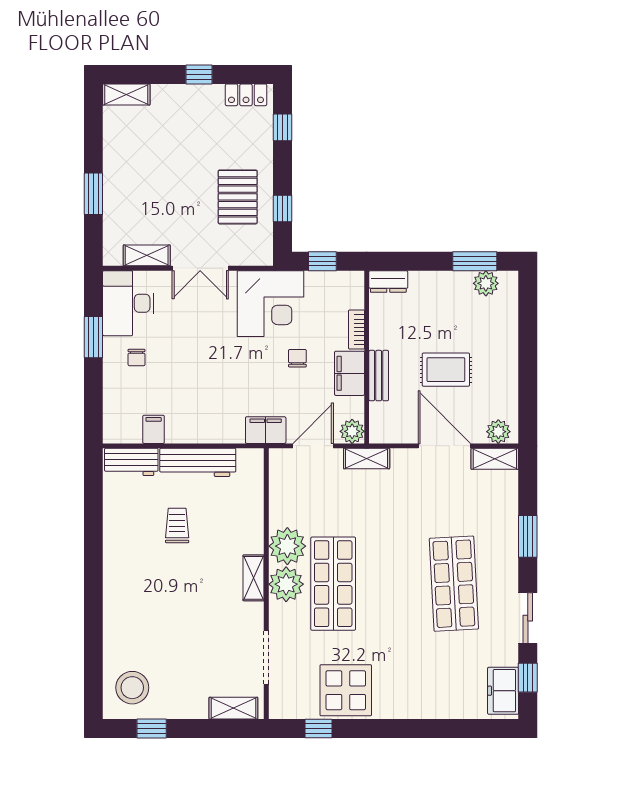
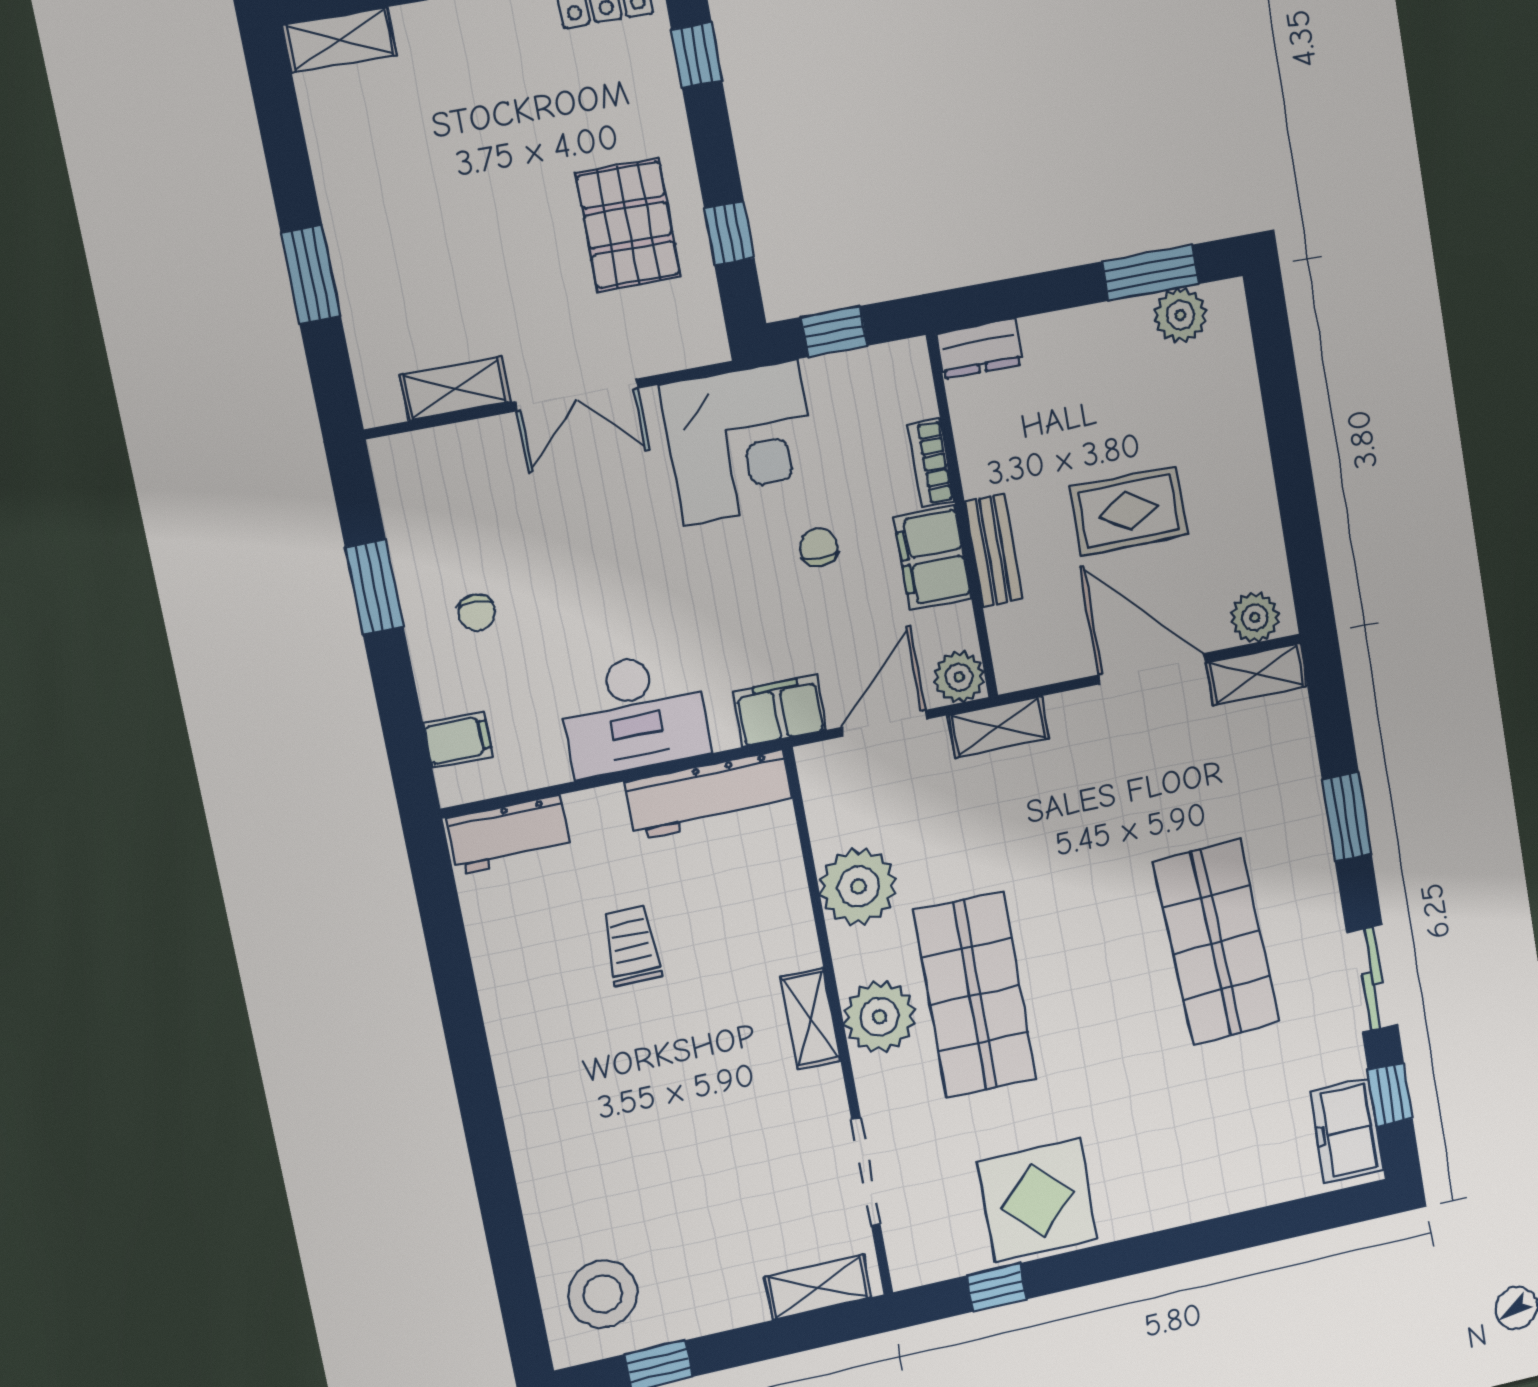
desk: (128, 303) -> (634, 714), moved, turned -90
filing cabinet: (154, 429) -> (458, 740), moved, turned 90
workbench: (198, 462) -> (709, 795), moved
plant: (287, 546) -> (858, 886), moved

